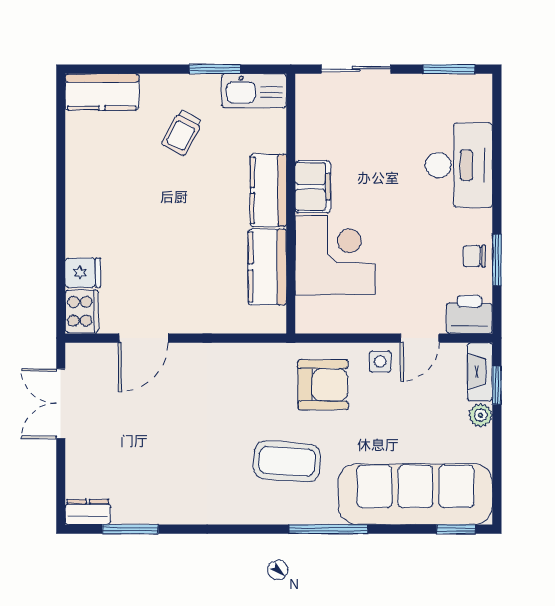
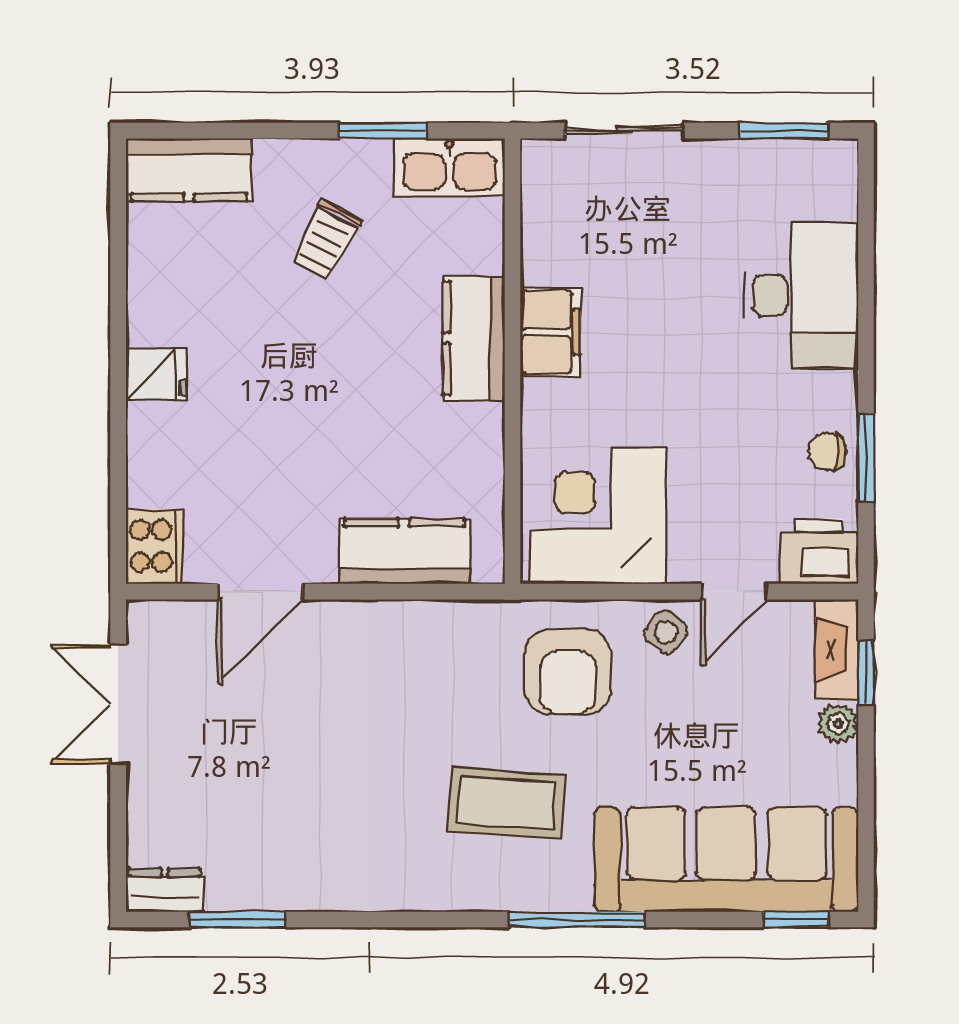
corner desk: (335, 255) -> (598, 516), moved, turned -90
kitchen counter: (267, 267) -> (404, 551), moved, turned 90
fridge: (83, 273) -> (156, 375), moved
side table: (380, 362) -> (666, 632), turned 38
armchair: (323, 385) -> (568, 672), turned 90

